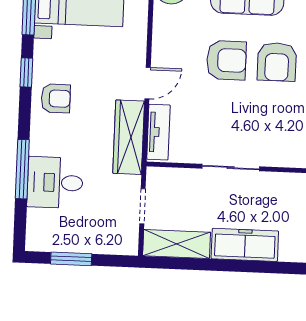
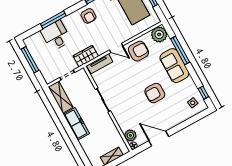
armchair: (226, 60) -> (138, 51), moved, turned -90
wardrobe: (129, 137) -> (86, 56), width x0.67
window: (71, 259) -> (30, 60), width x1.44

